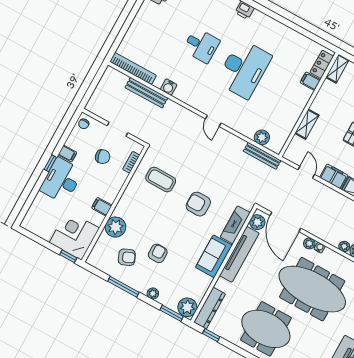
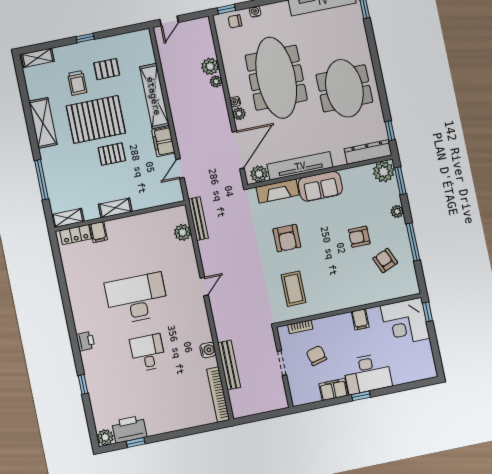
chair: (84, 124) -> (302, 396), removed
shelving: (307, 124) -> (115, 208), moved
filing cabinet: (67, 154) -> (333, 389), width x2.00
plant: (115, 227) -> (368, 293), removed

